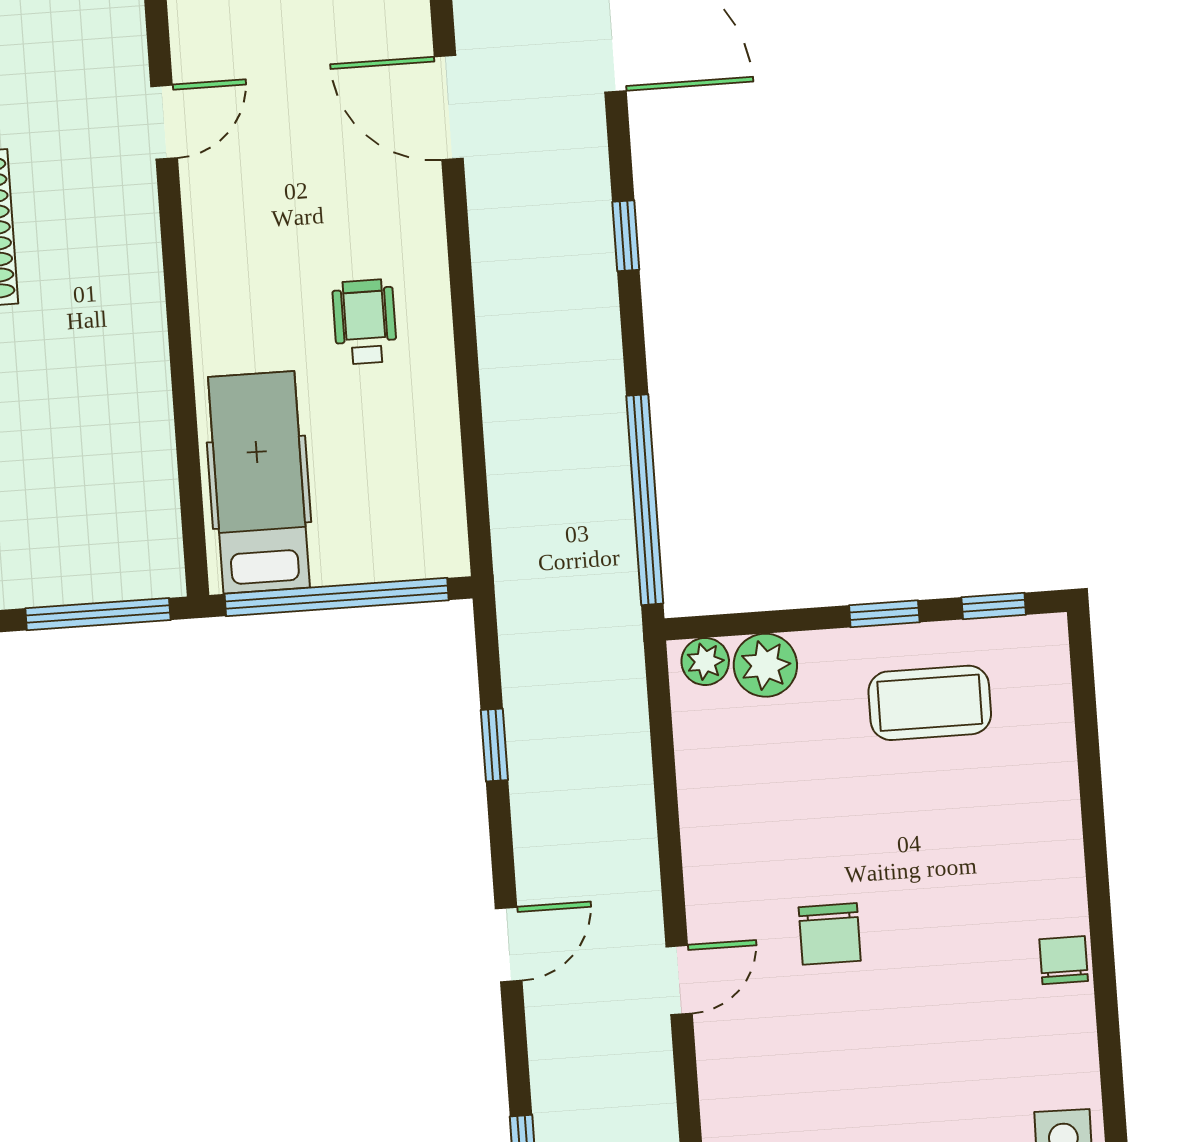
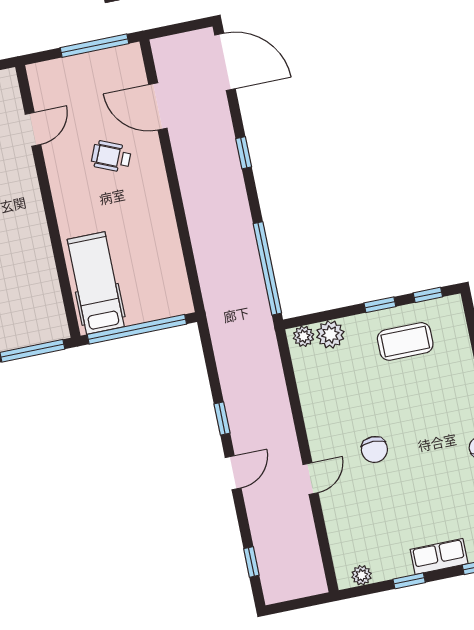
wheelchair: (365, 322) -> (111, 156), moved, turned -67
window: (494, 745) -> (222, 418), moved

